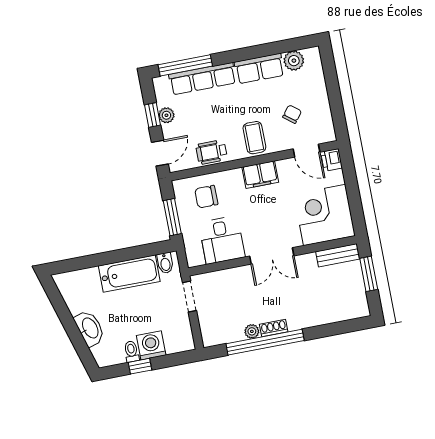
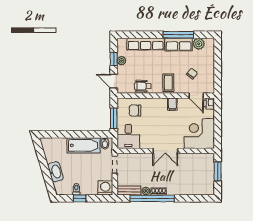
window: (185, 65) -> (178, 35), moved
door: (160, 153) -> (114, 81), swing flipped
filing cabinet: (260, 175) -> (172, 104), width x0.50
desk: (222, 240) -> (128, 136), moved
bench: (338, 255) -> (129, 191), moved
washing machine: (151, 345) -> (105, 188), moved

